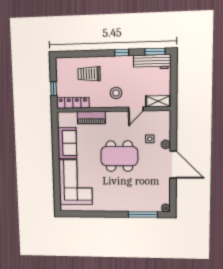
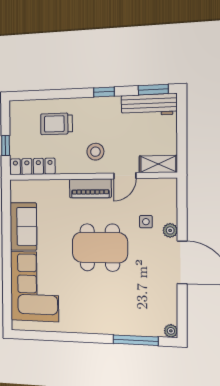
piano: (91, 118) -> (90, 188), moved

